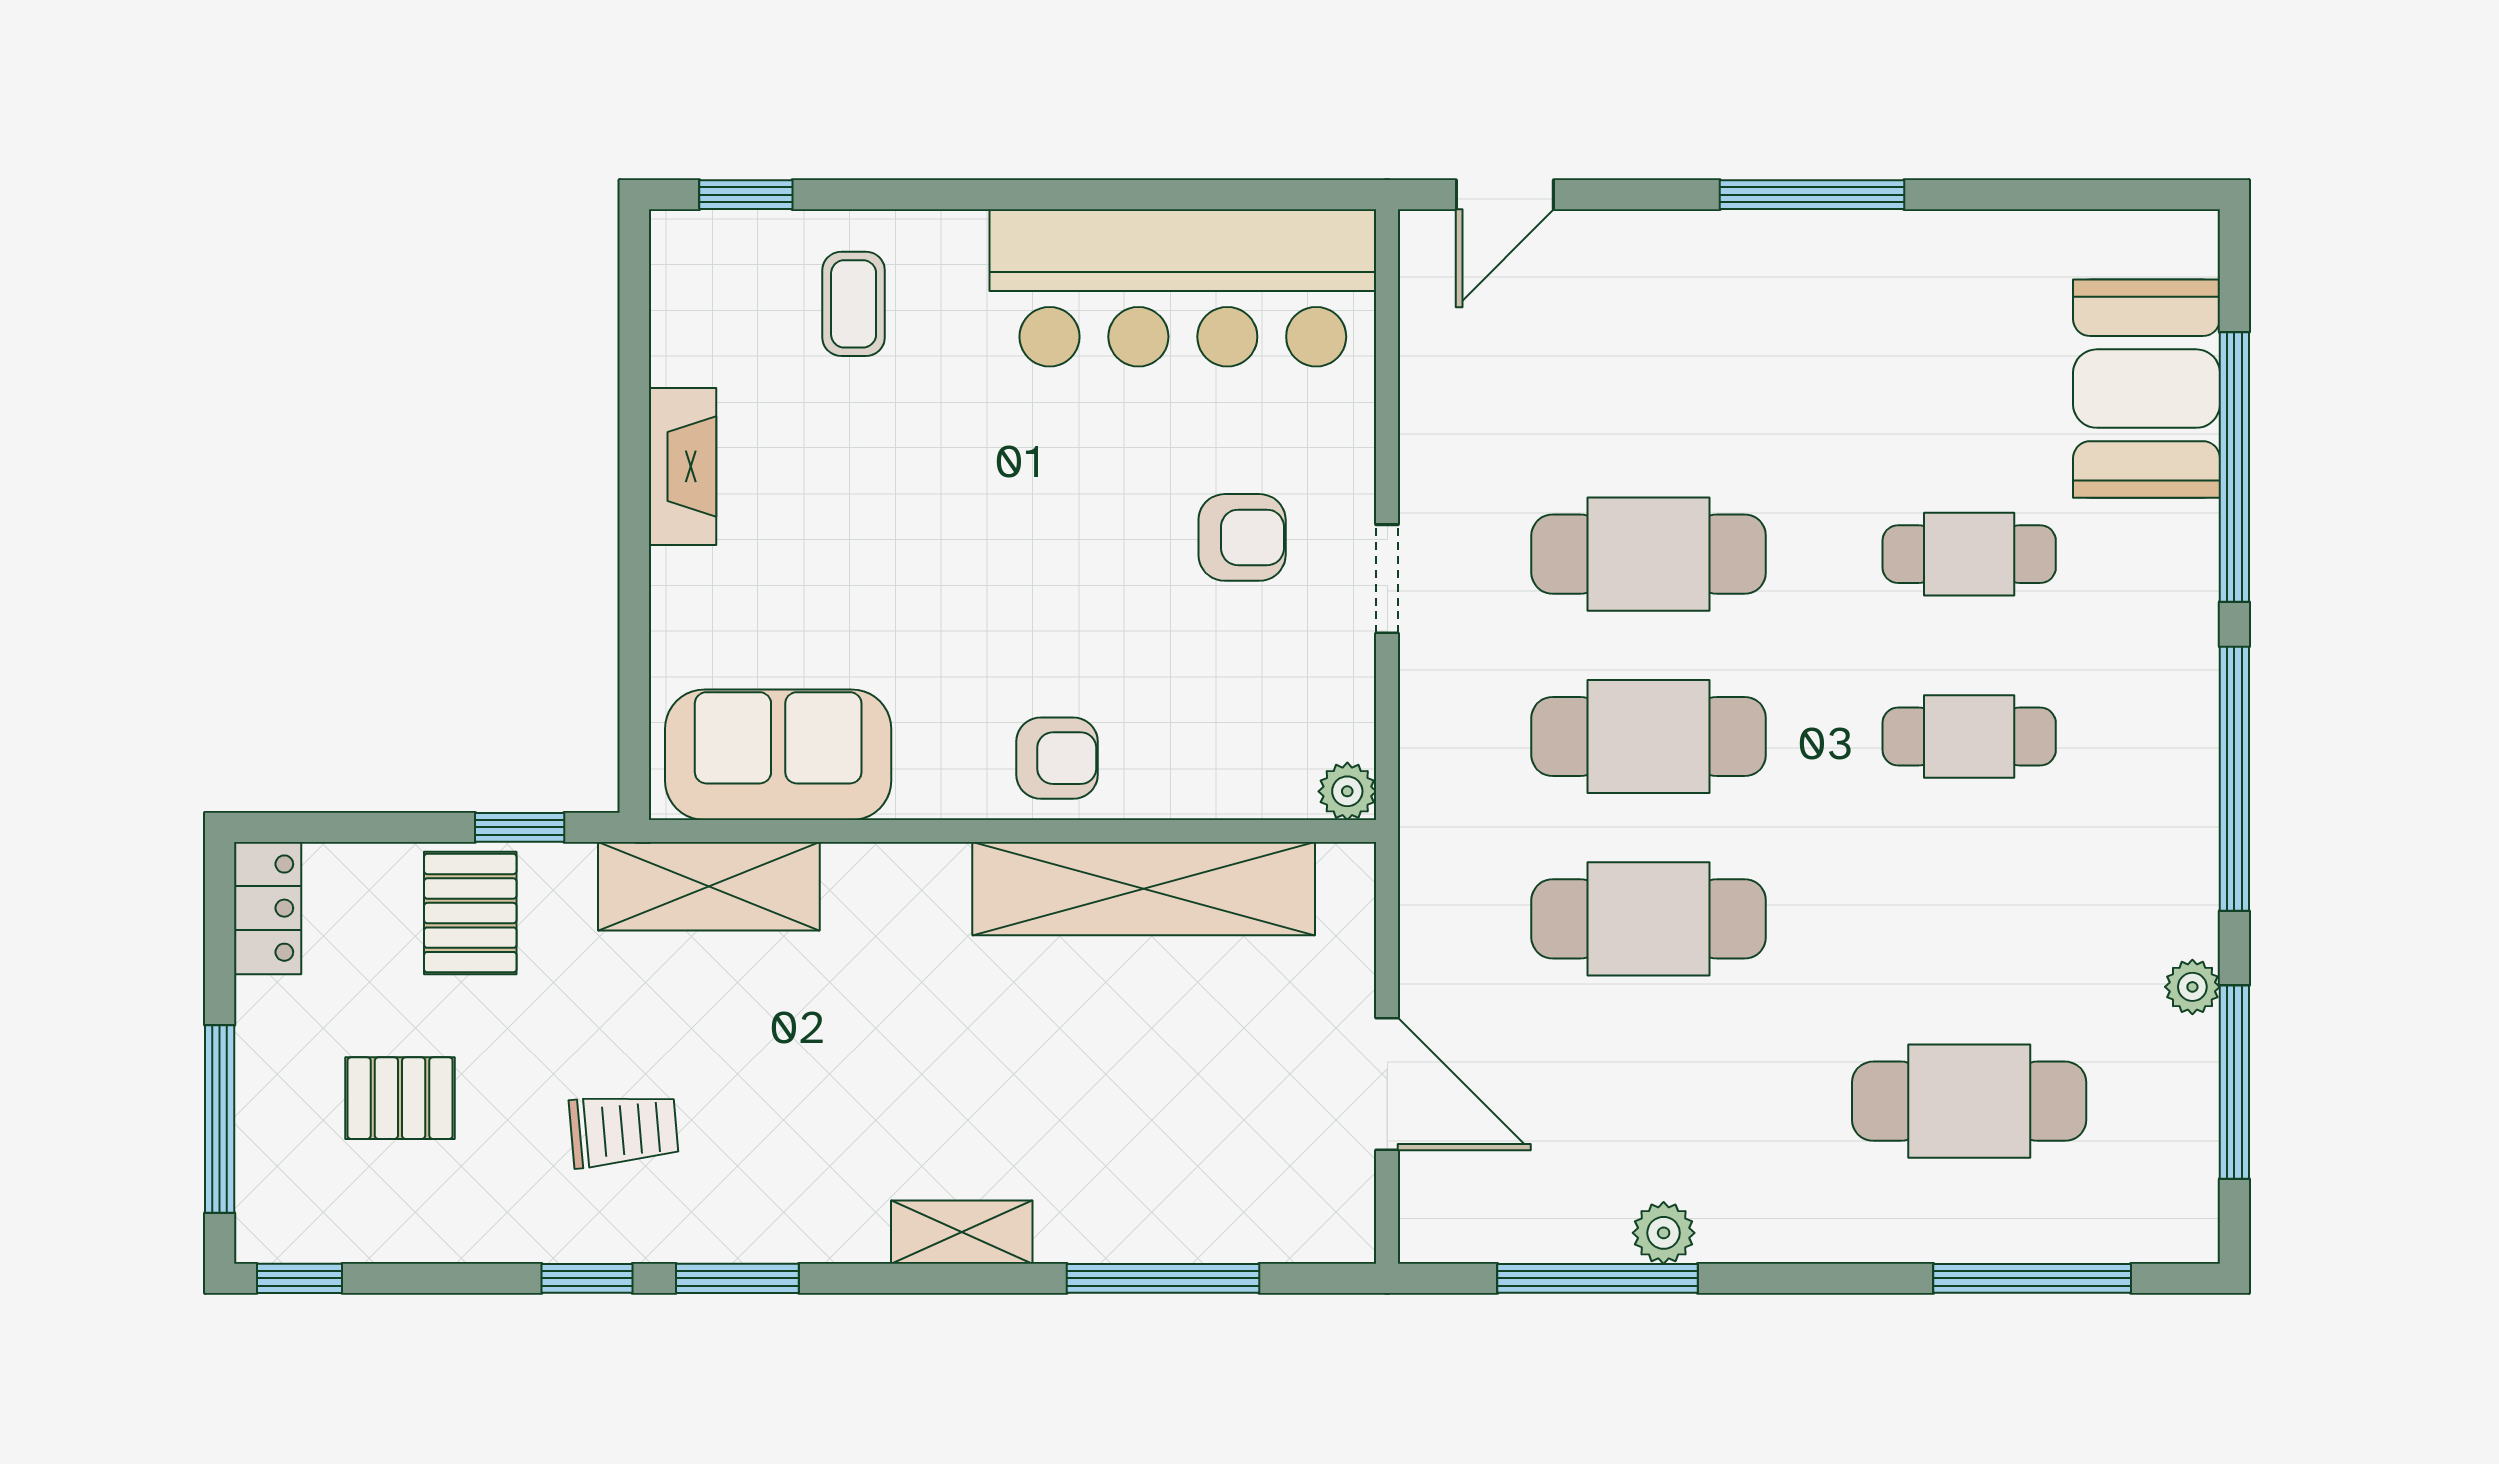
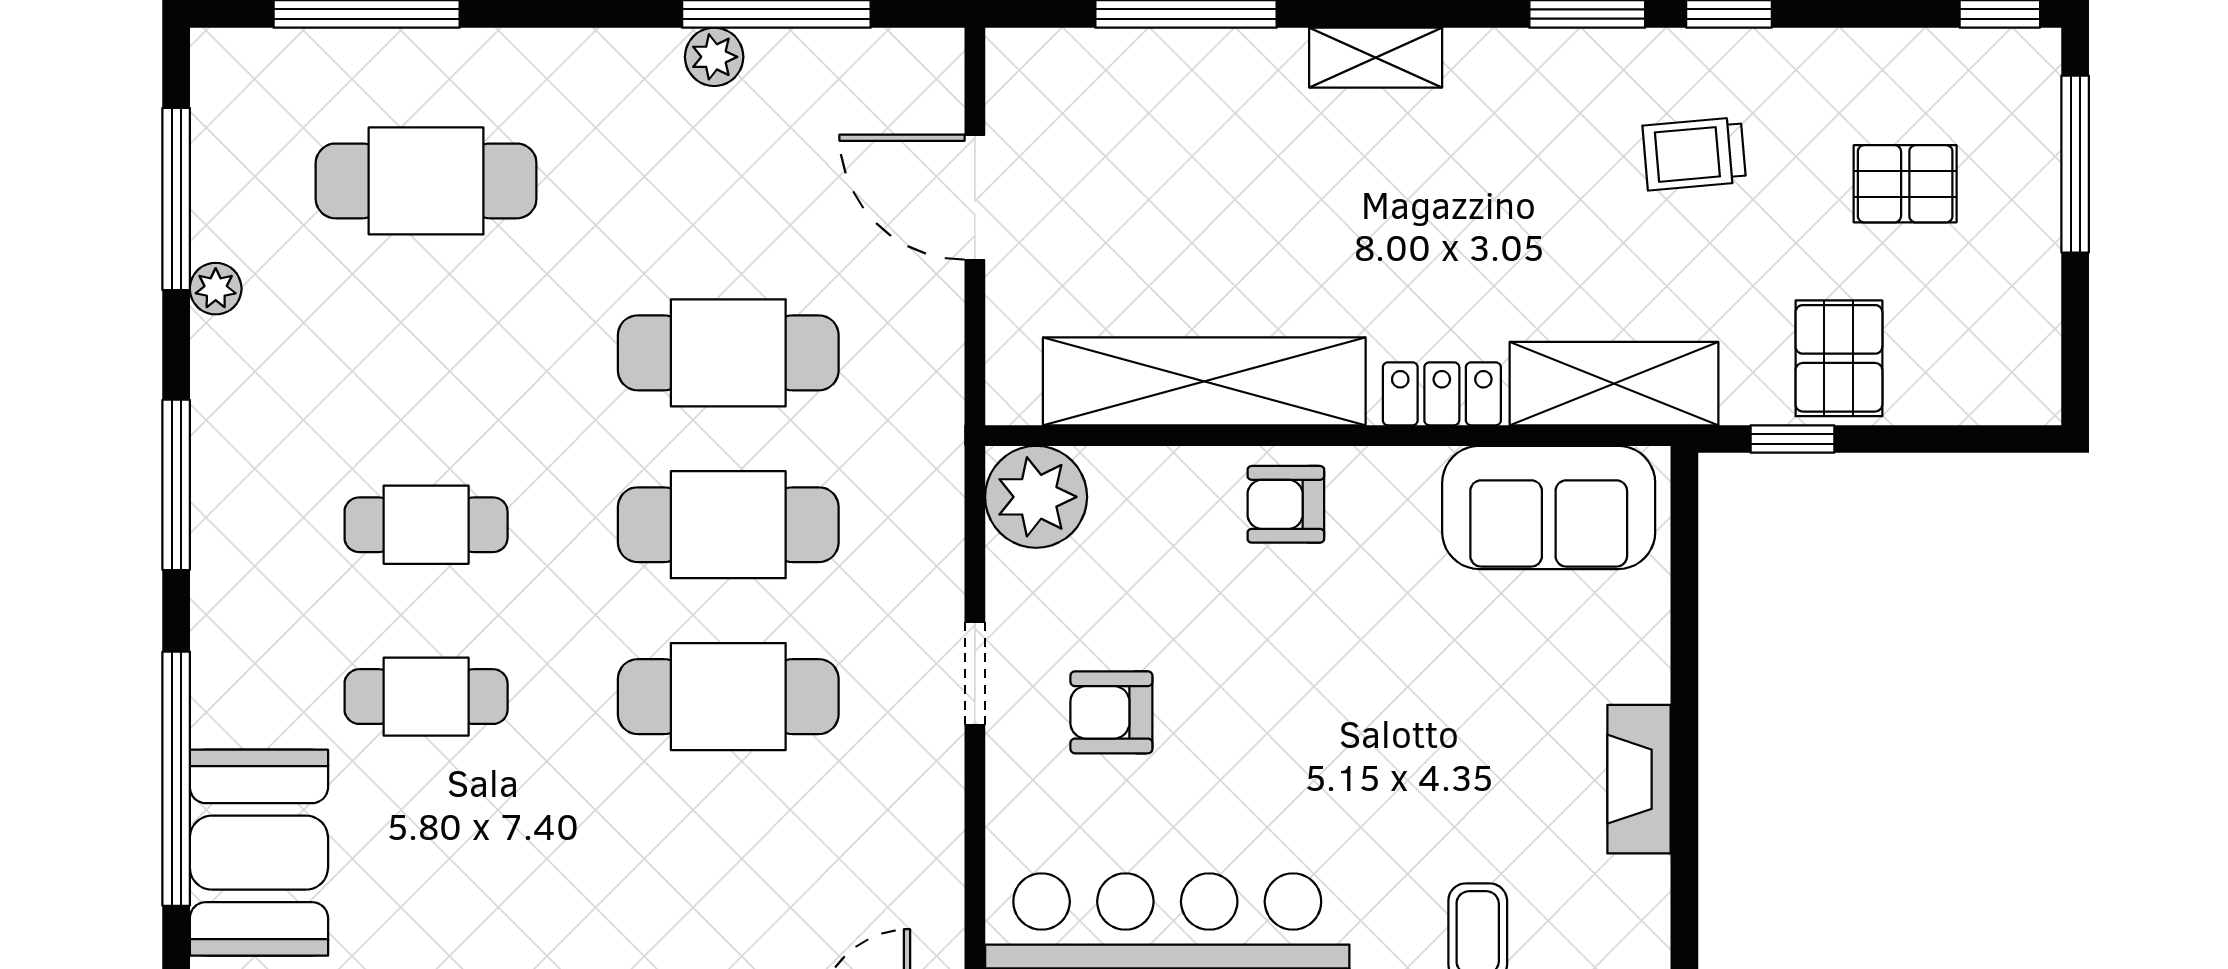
window: (2234, 779) -> (176, 485), width x0.68
plant: (1347, 791) -> (1036, 497), width x1.87, depth x1.87
locker: (268, 908) -> (1442, 394), moved, turned 90

